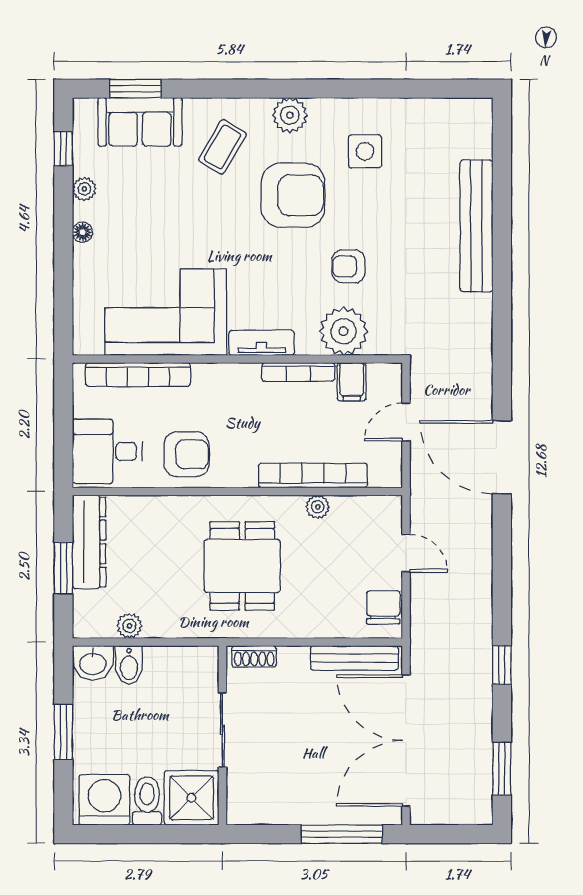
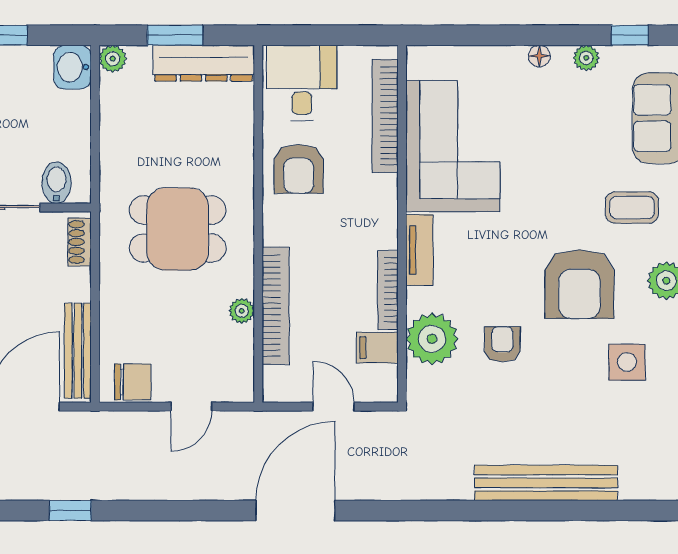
coffee table: (222, 147) -> (632, 208), turned -31
plant: (129, 626) -> (113, 59), moved
bidet: (129, 665) -> (57, 183), moved, turned 90

